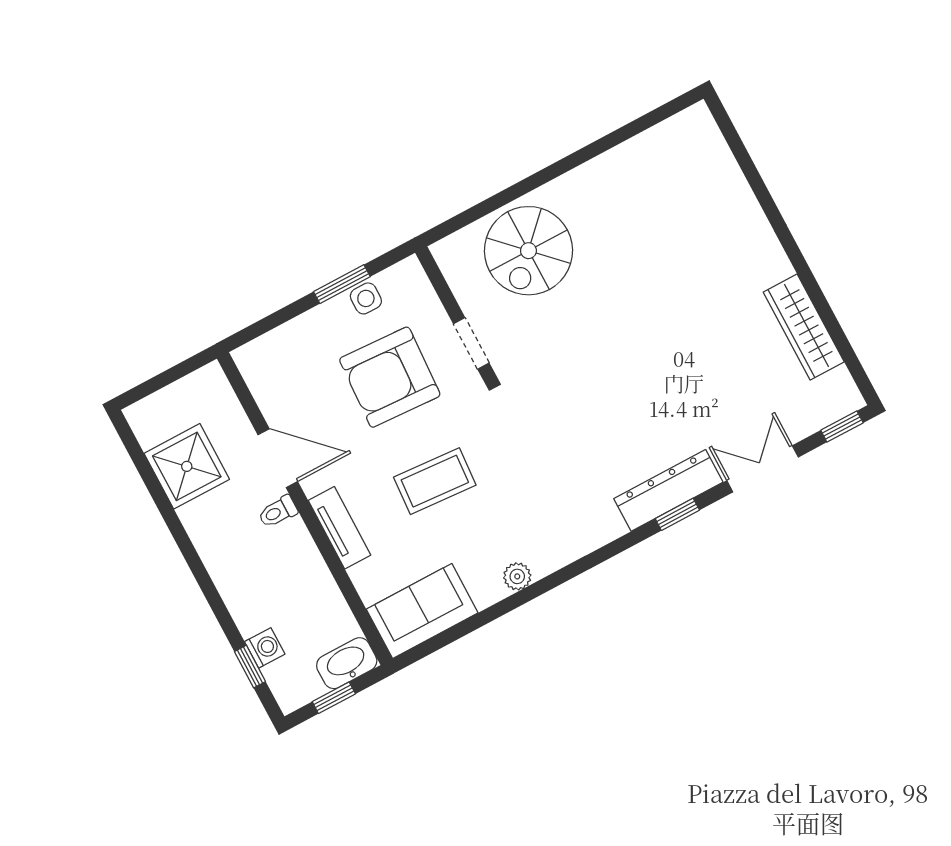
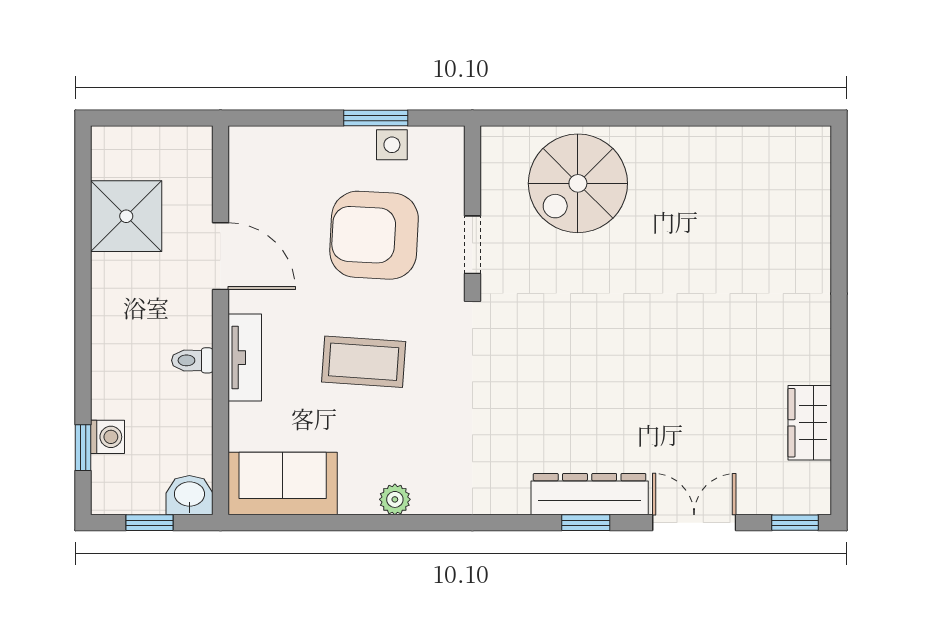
wardrobe: (804, 327) -> (810, 423), width x0.67
toilet: (278, 512) -> (192, 360), moved
washbasin: (347, 663) -> (189, 495), width x0.72

